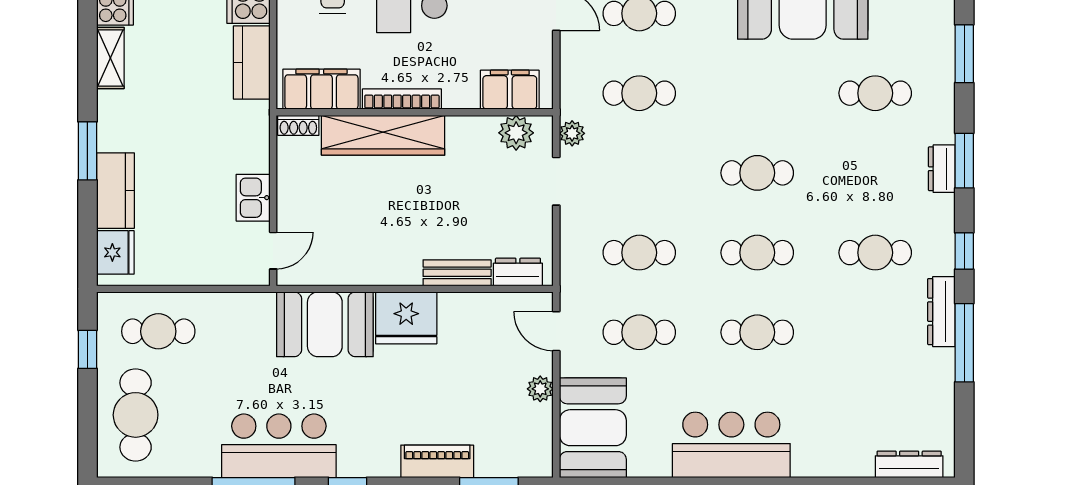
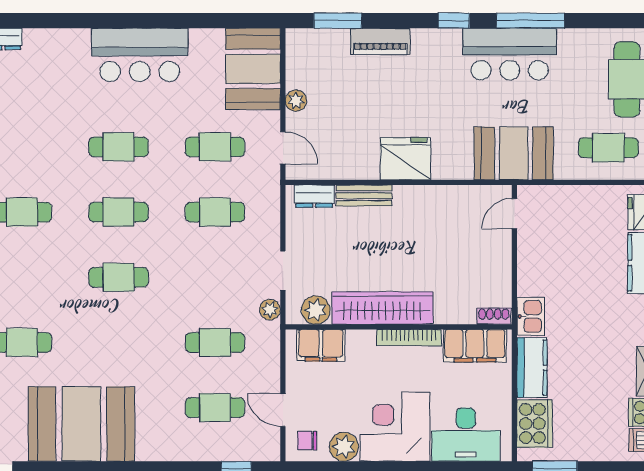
wardrobe: (383, 135) -> (382, 308), moved
kitchen sink: (253, 198) -> (531, 316), moved
booth: (325, 324) -> (514, 153), moved

